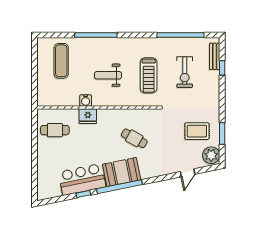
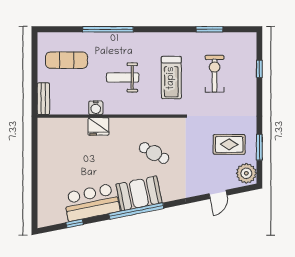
window: (181, 35) -> (209, 29), width x0.47
bench: (215, 56) -> (43, 99), moved
exercise mat: (61, 61) -> (67, 60), turned 90
exercise bike: (185, 72) -> (215, 74), turned 180
cafe table: (55, 130) -> (59, 143), removed
window: (83, 194) -> (75, 224), moved

